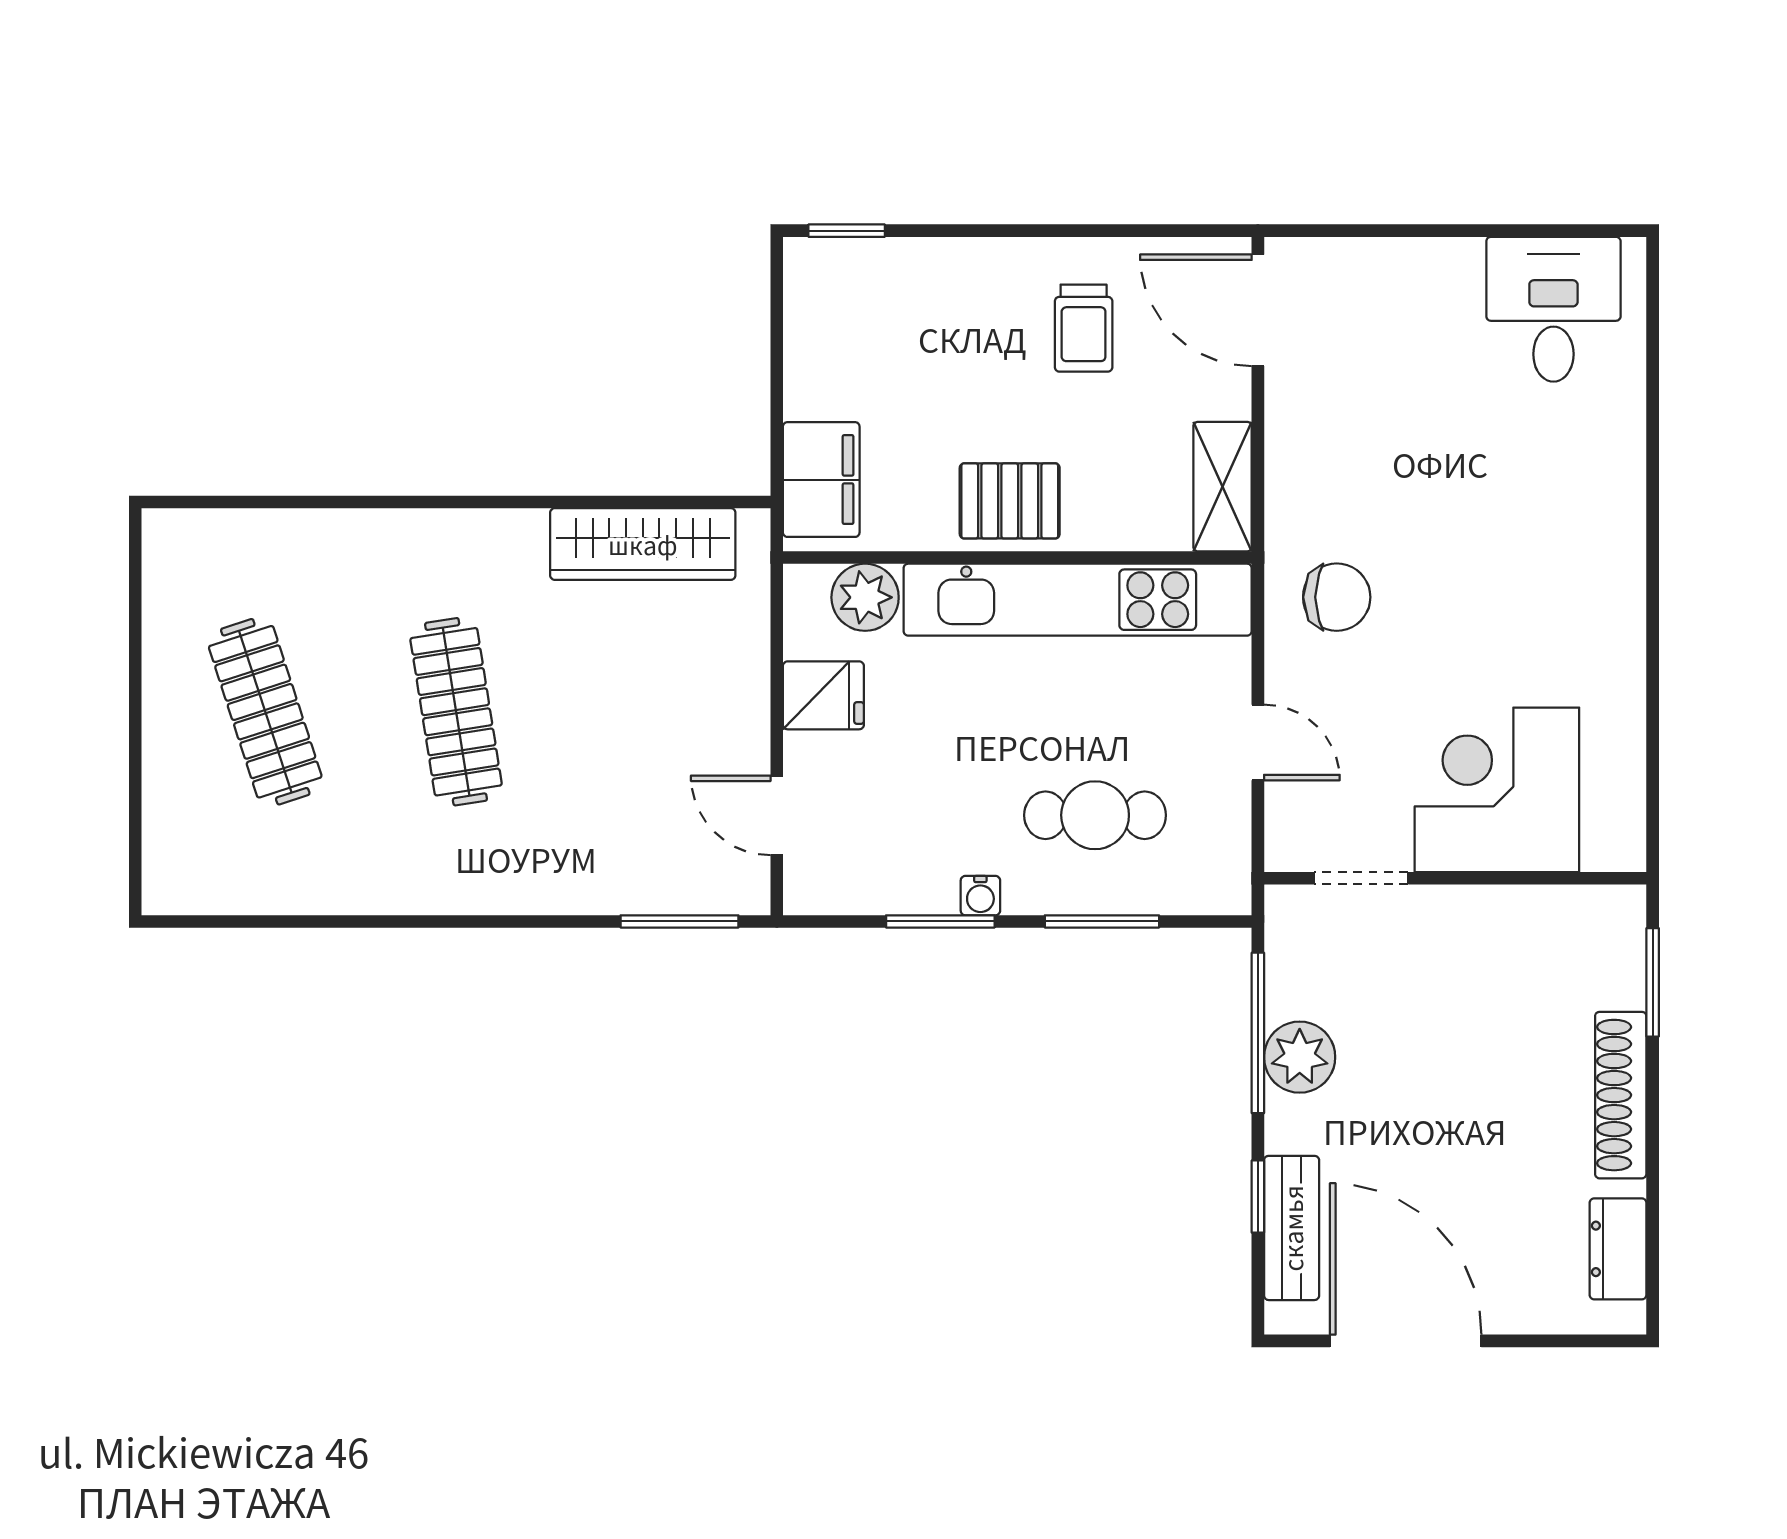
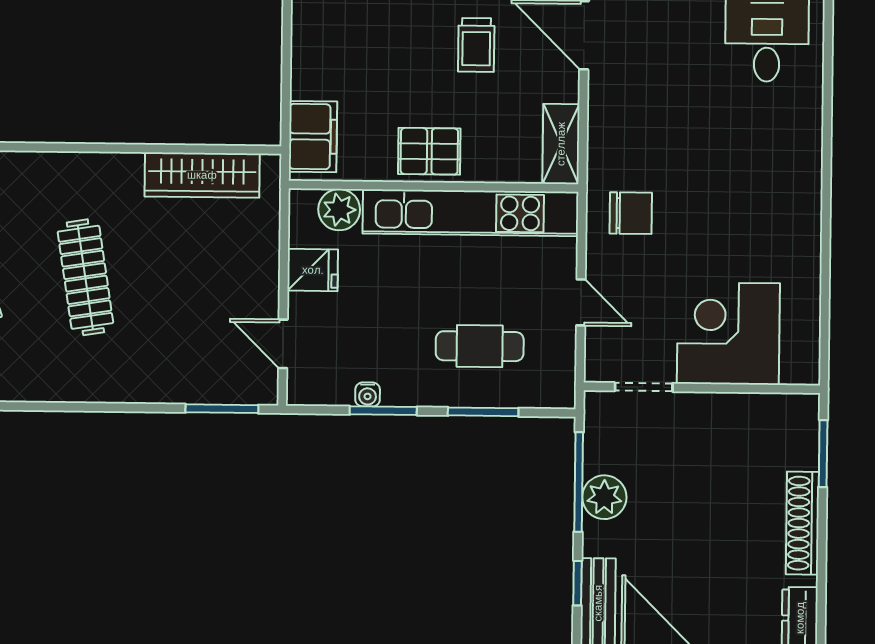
water cooler: (980, 896) -> (368, 394), moved

